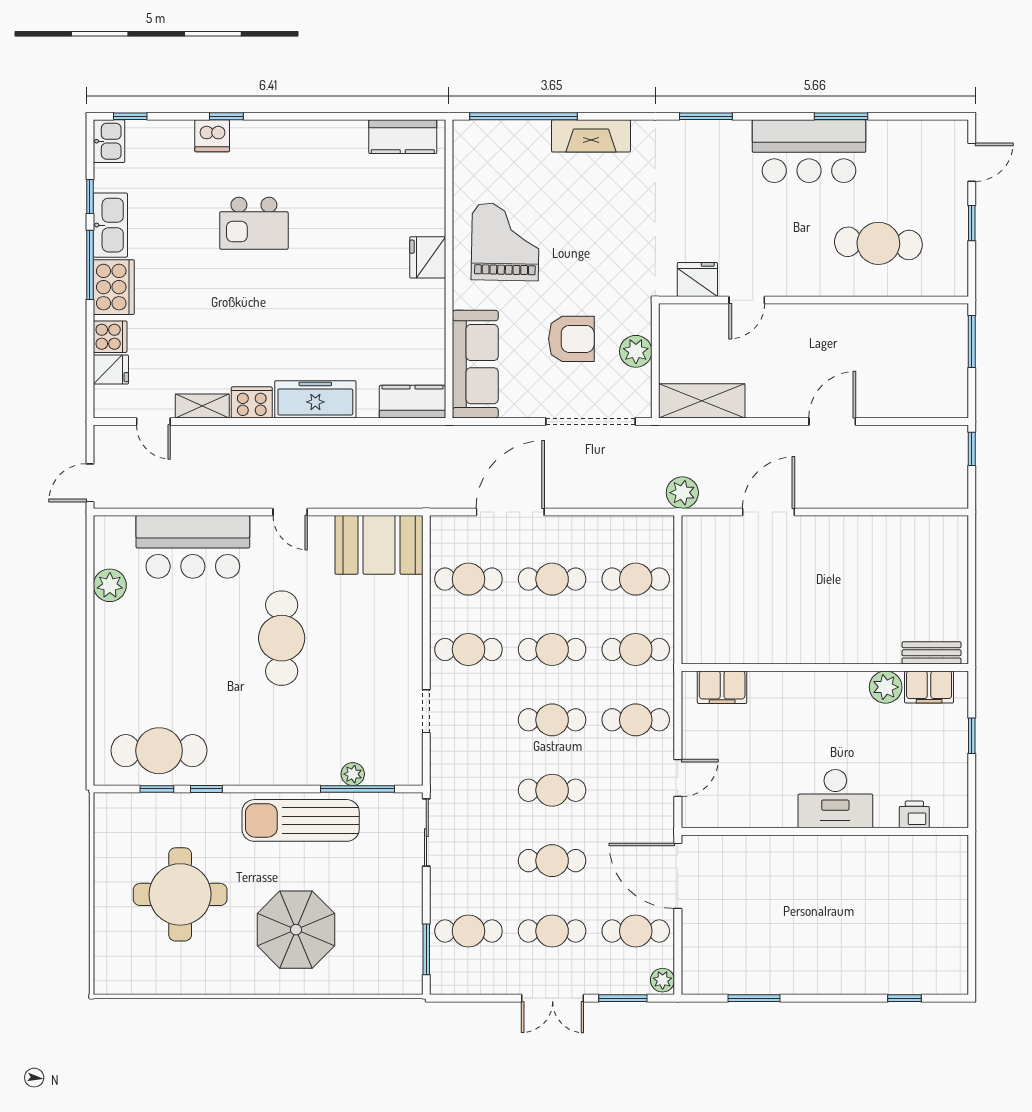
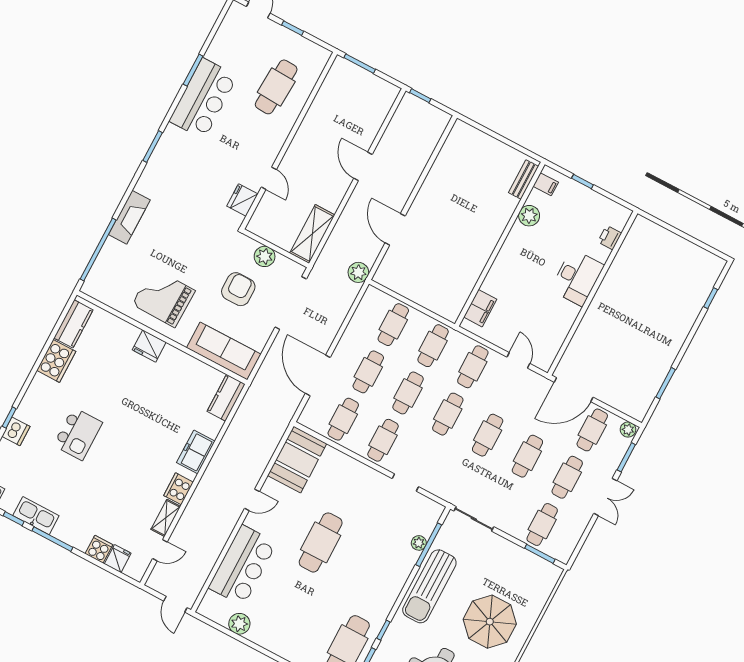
cooker: (114, 287) -> (56, 361), moved, turned 90
freezer: (315, 399) -> (196, 452), width x0.71
cafe table: (282, 638) -> (321, 542), turned 90
filing cabinet: (929, 687) -> (546, 184), width x0.50

